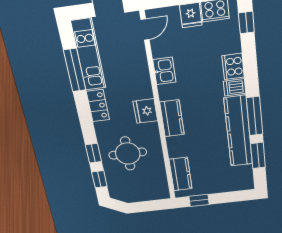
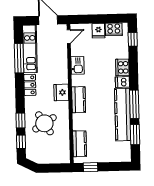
round table: (128, 154) -> (44, 123), turned -32

